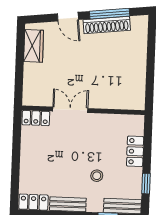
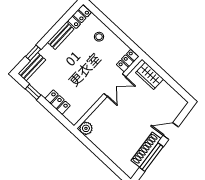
wardrobe: (34, 46) -> (149, 76), moved
plant: (137, 102) -> (86, 128), added
stool: (97, 176) -> (99, 37), moved

